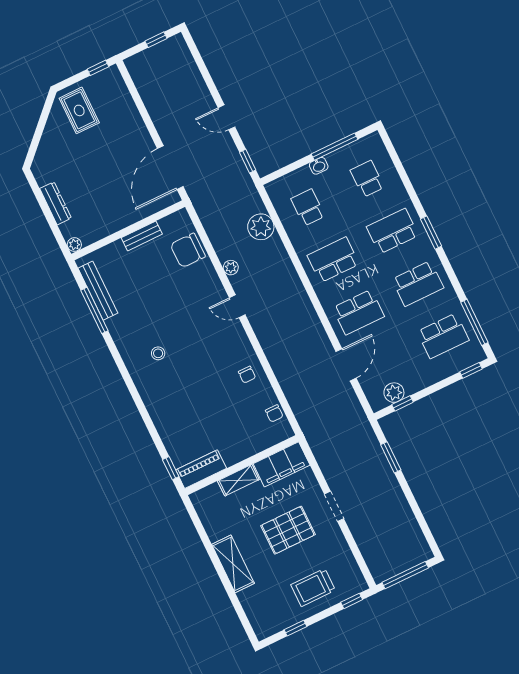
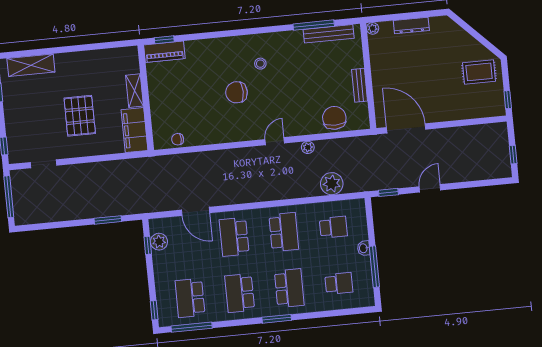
chair: (247, 375) -> (237, 92), moved, width x1.87, depth x1.87
piano: (201, 469) -> (164, 52), moved, turned 90
doorway: (334, 506) -> (44, 164), moved
shelving: (233, 564) -> (31, 65), moved
trolley: (313, 587) -> (26, 119), removed

